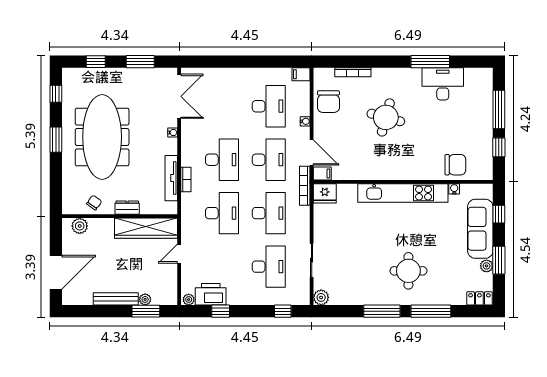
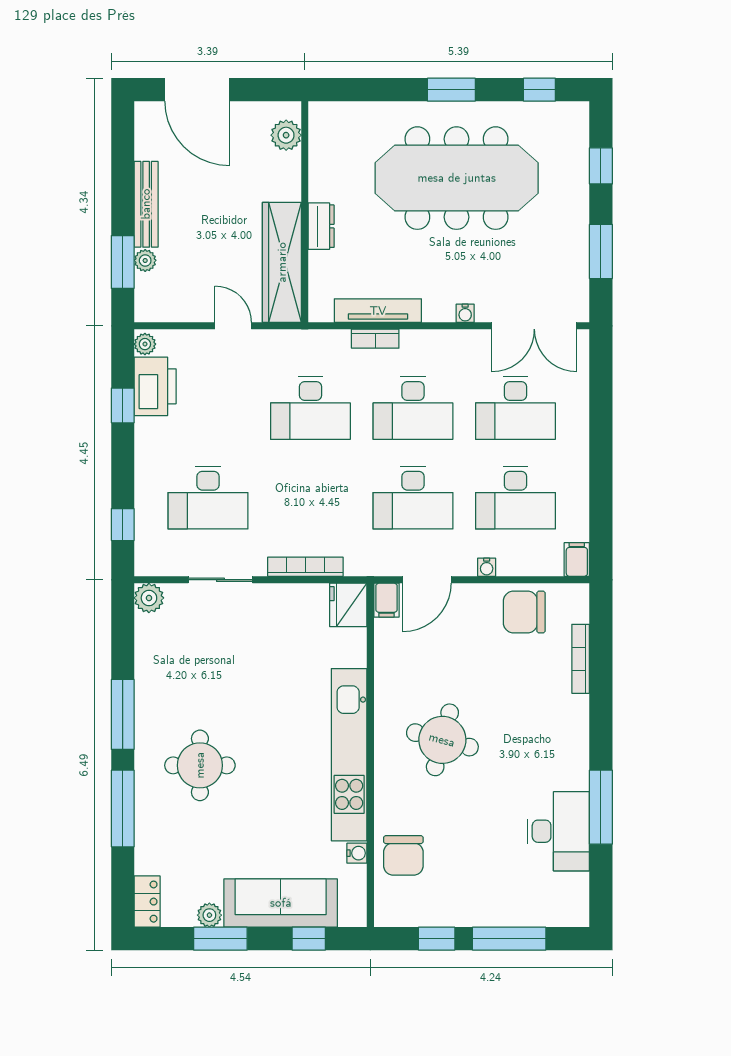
round table: (386, 117) -> (442, 740), moved
bookcase: (305, 186) -> (305, 567), moved
chair: (94, 203) -> (331, 163), removed
desk: (269, 213) -> (516, 408), moved

